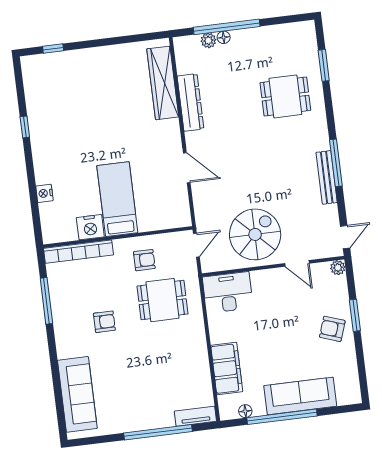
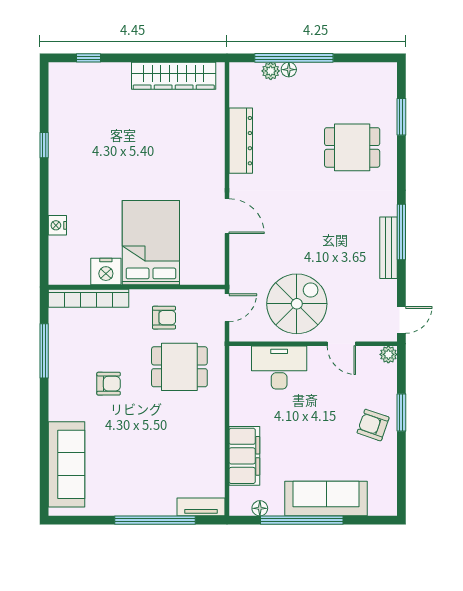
wardrobe: (163, 83) -> (174, 76), moved, turned -90
bed: (117, 199) -> (151, 243), width x1.50
desk: (228, 292) -> (279, 367), moved

